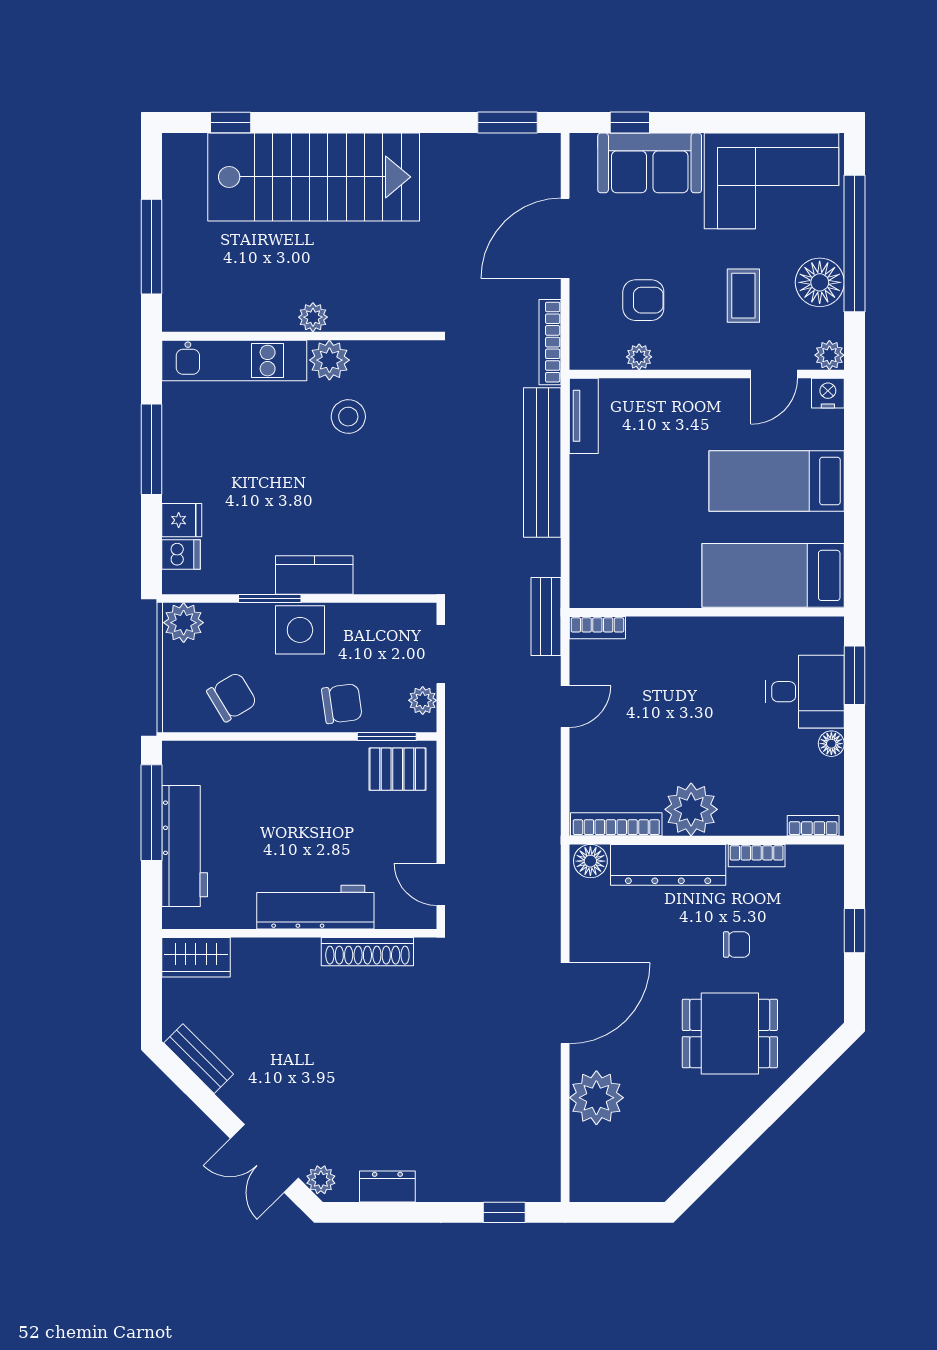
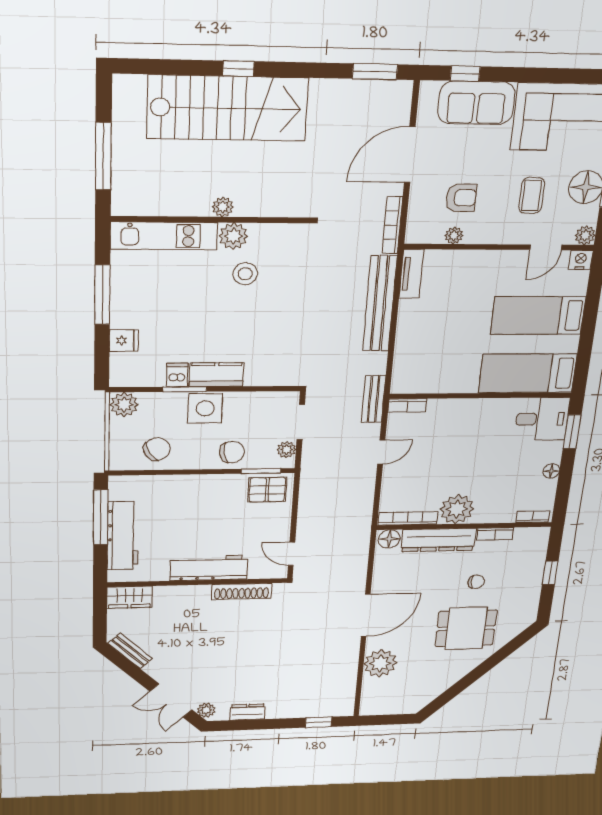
window: (231, 123) -> (238, 69), moved
dishwasher: (181, 554) -> (177, 375), moved, turned -90
desk: (805, 692) -> (542, 419), moved

